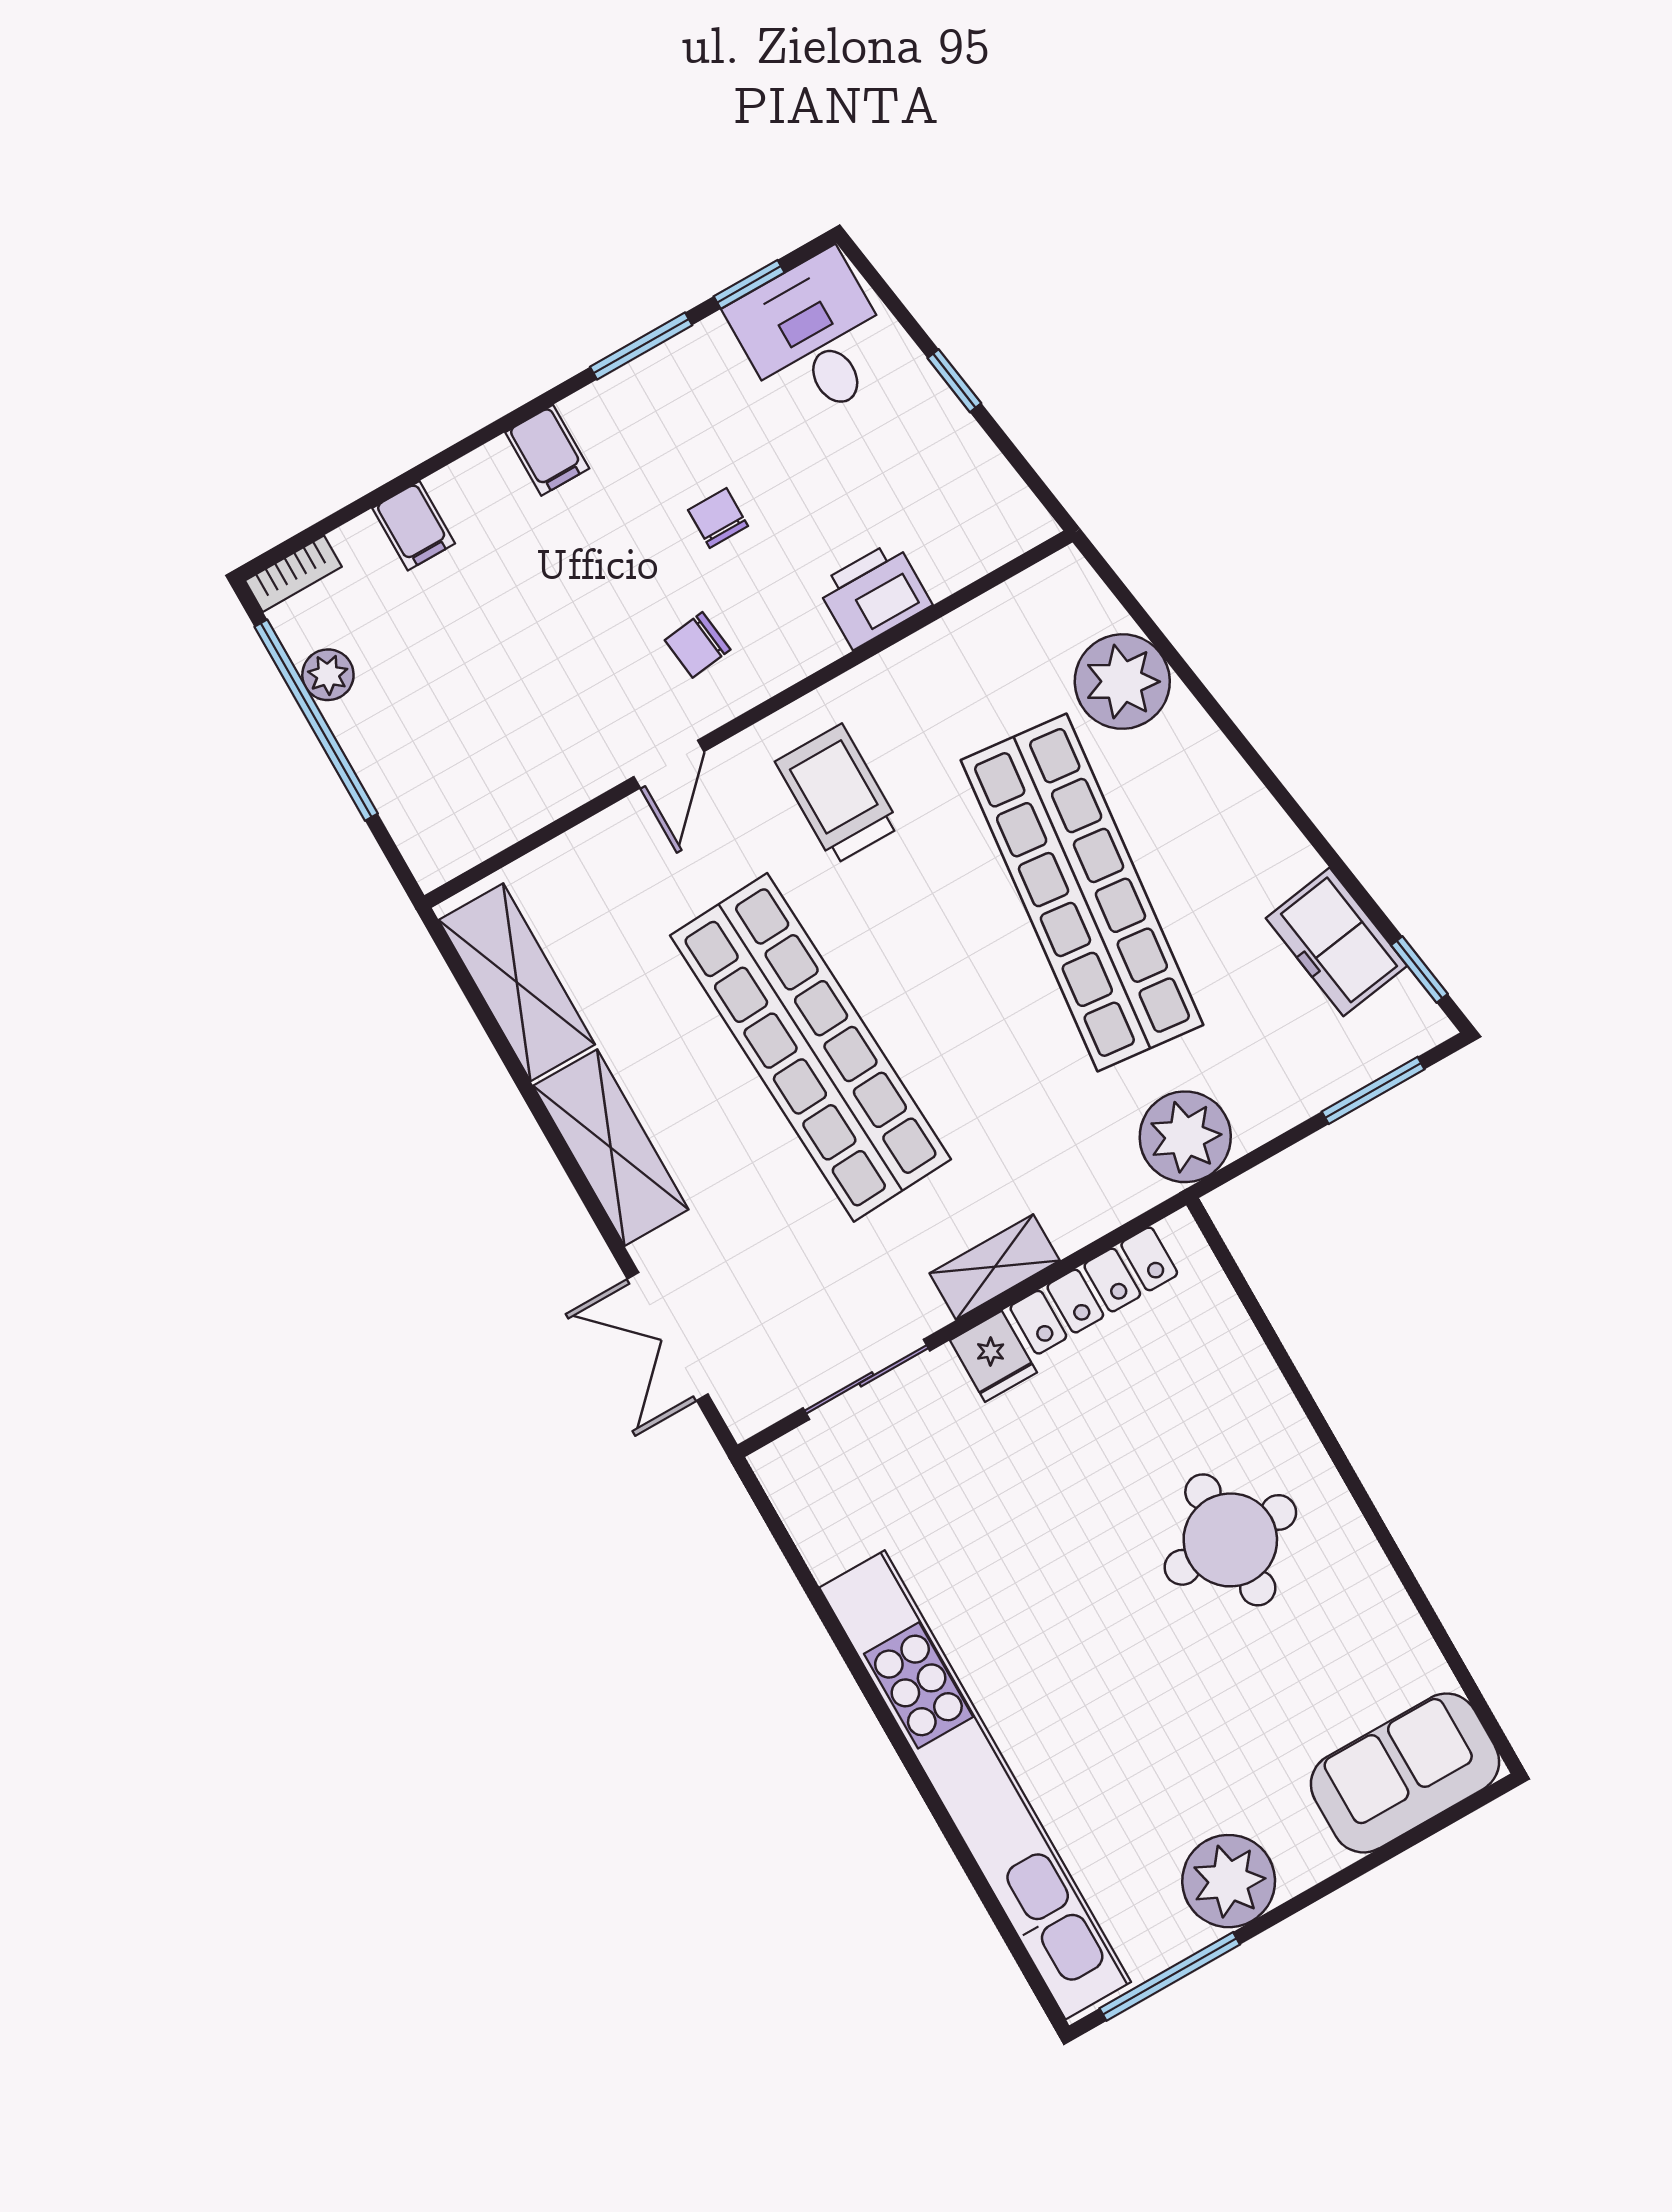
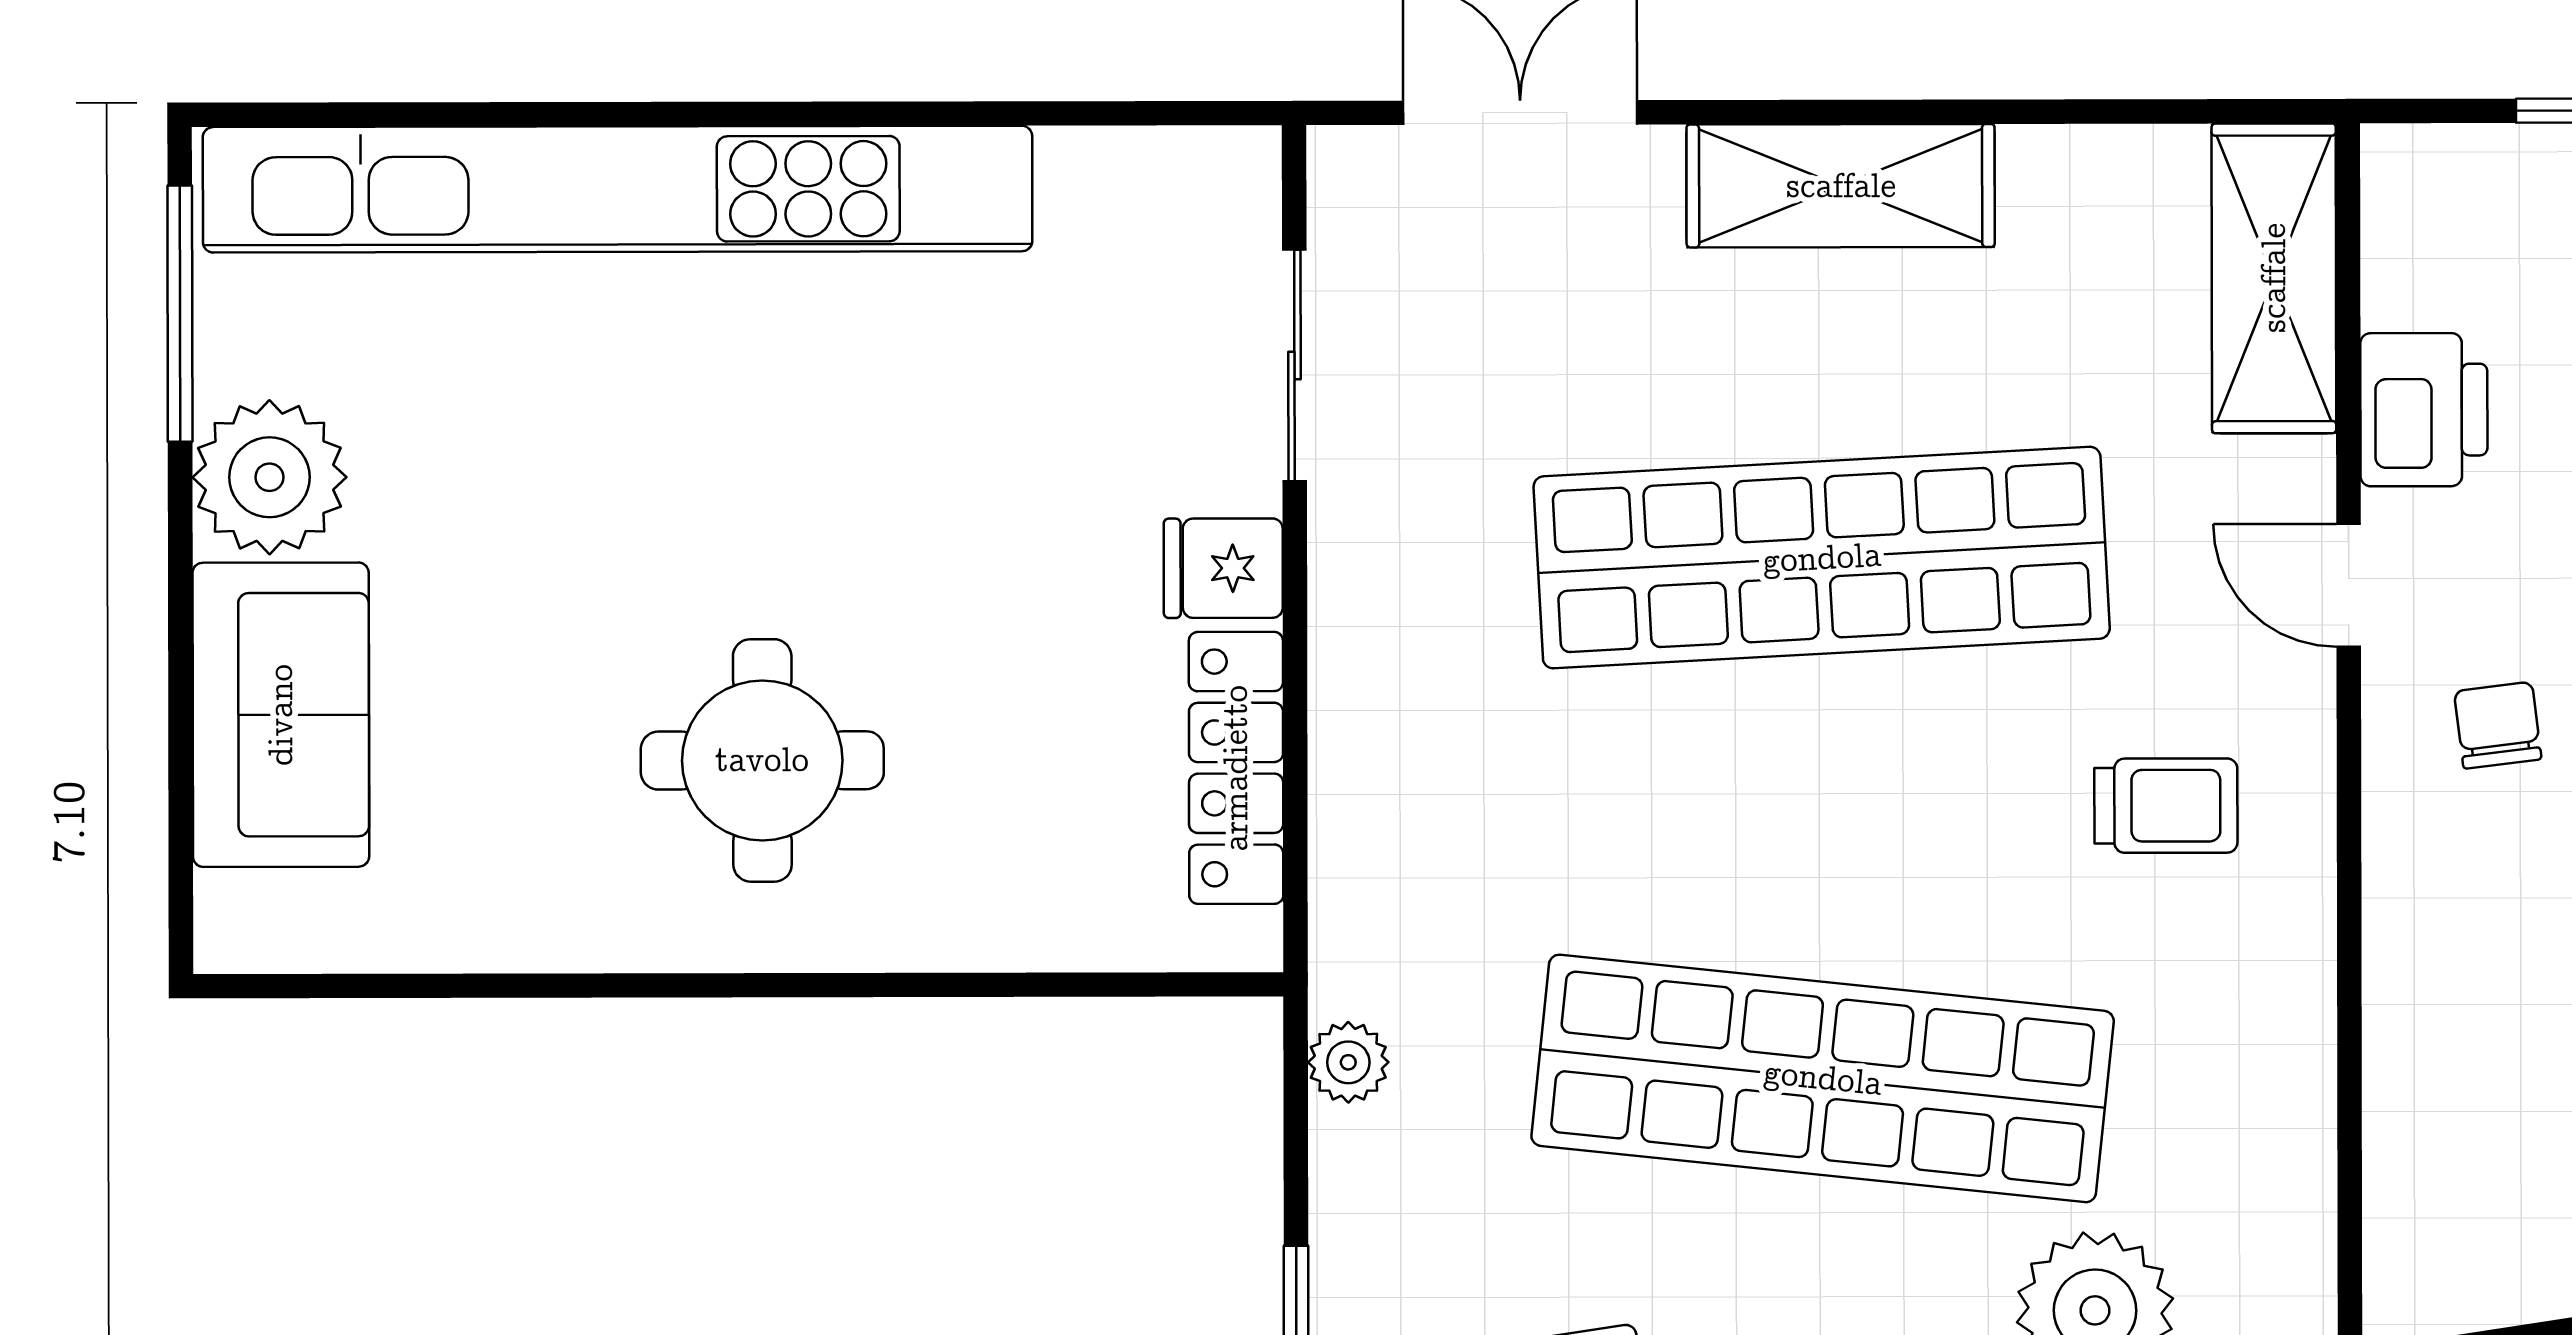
printer: (874, 595) -> (2424, 410), moved
trolley: (838, 794) -> (2166, 806), width x0.73, depth x0.72
shelving: (517, 982) -> (2274, 278), moved, turned 90
plant: (1185, 1137) -> (1348, 1062), width x0.53, depth x0.53
shelving: (995, 1267) -> (1352, 644), removed
sofa: (1405, 1773) -> (281, 715), moved

